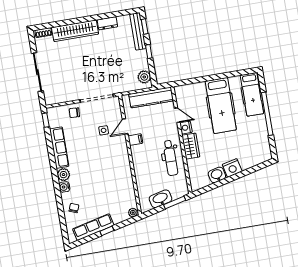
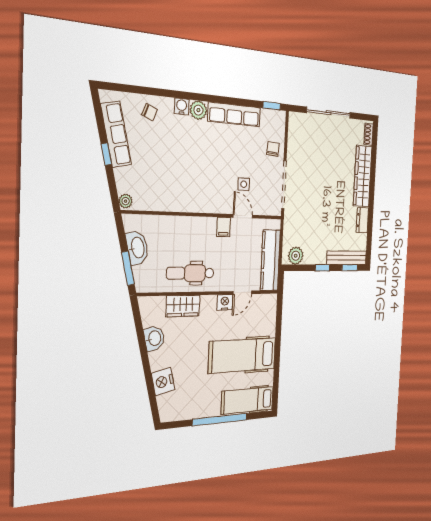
wardrobe: (191, 146) -> (183, 306), moved
nightstand: (232, 168) -> (163, 382), moved

